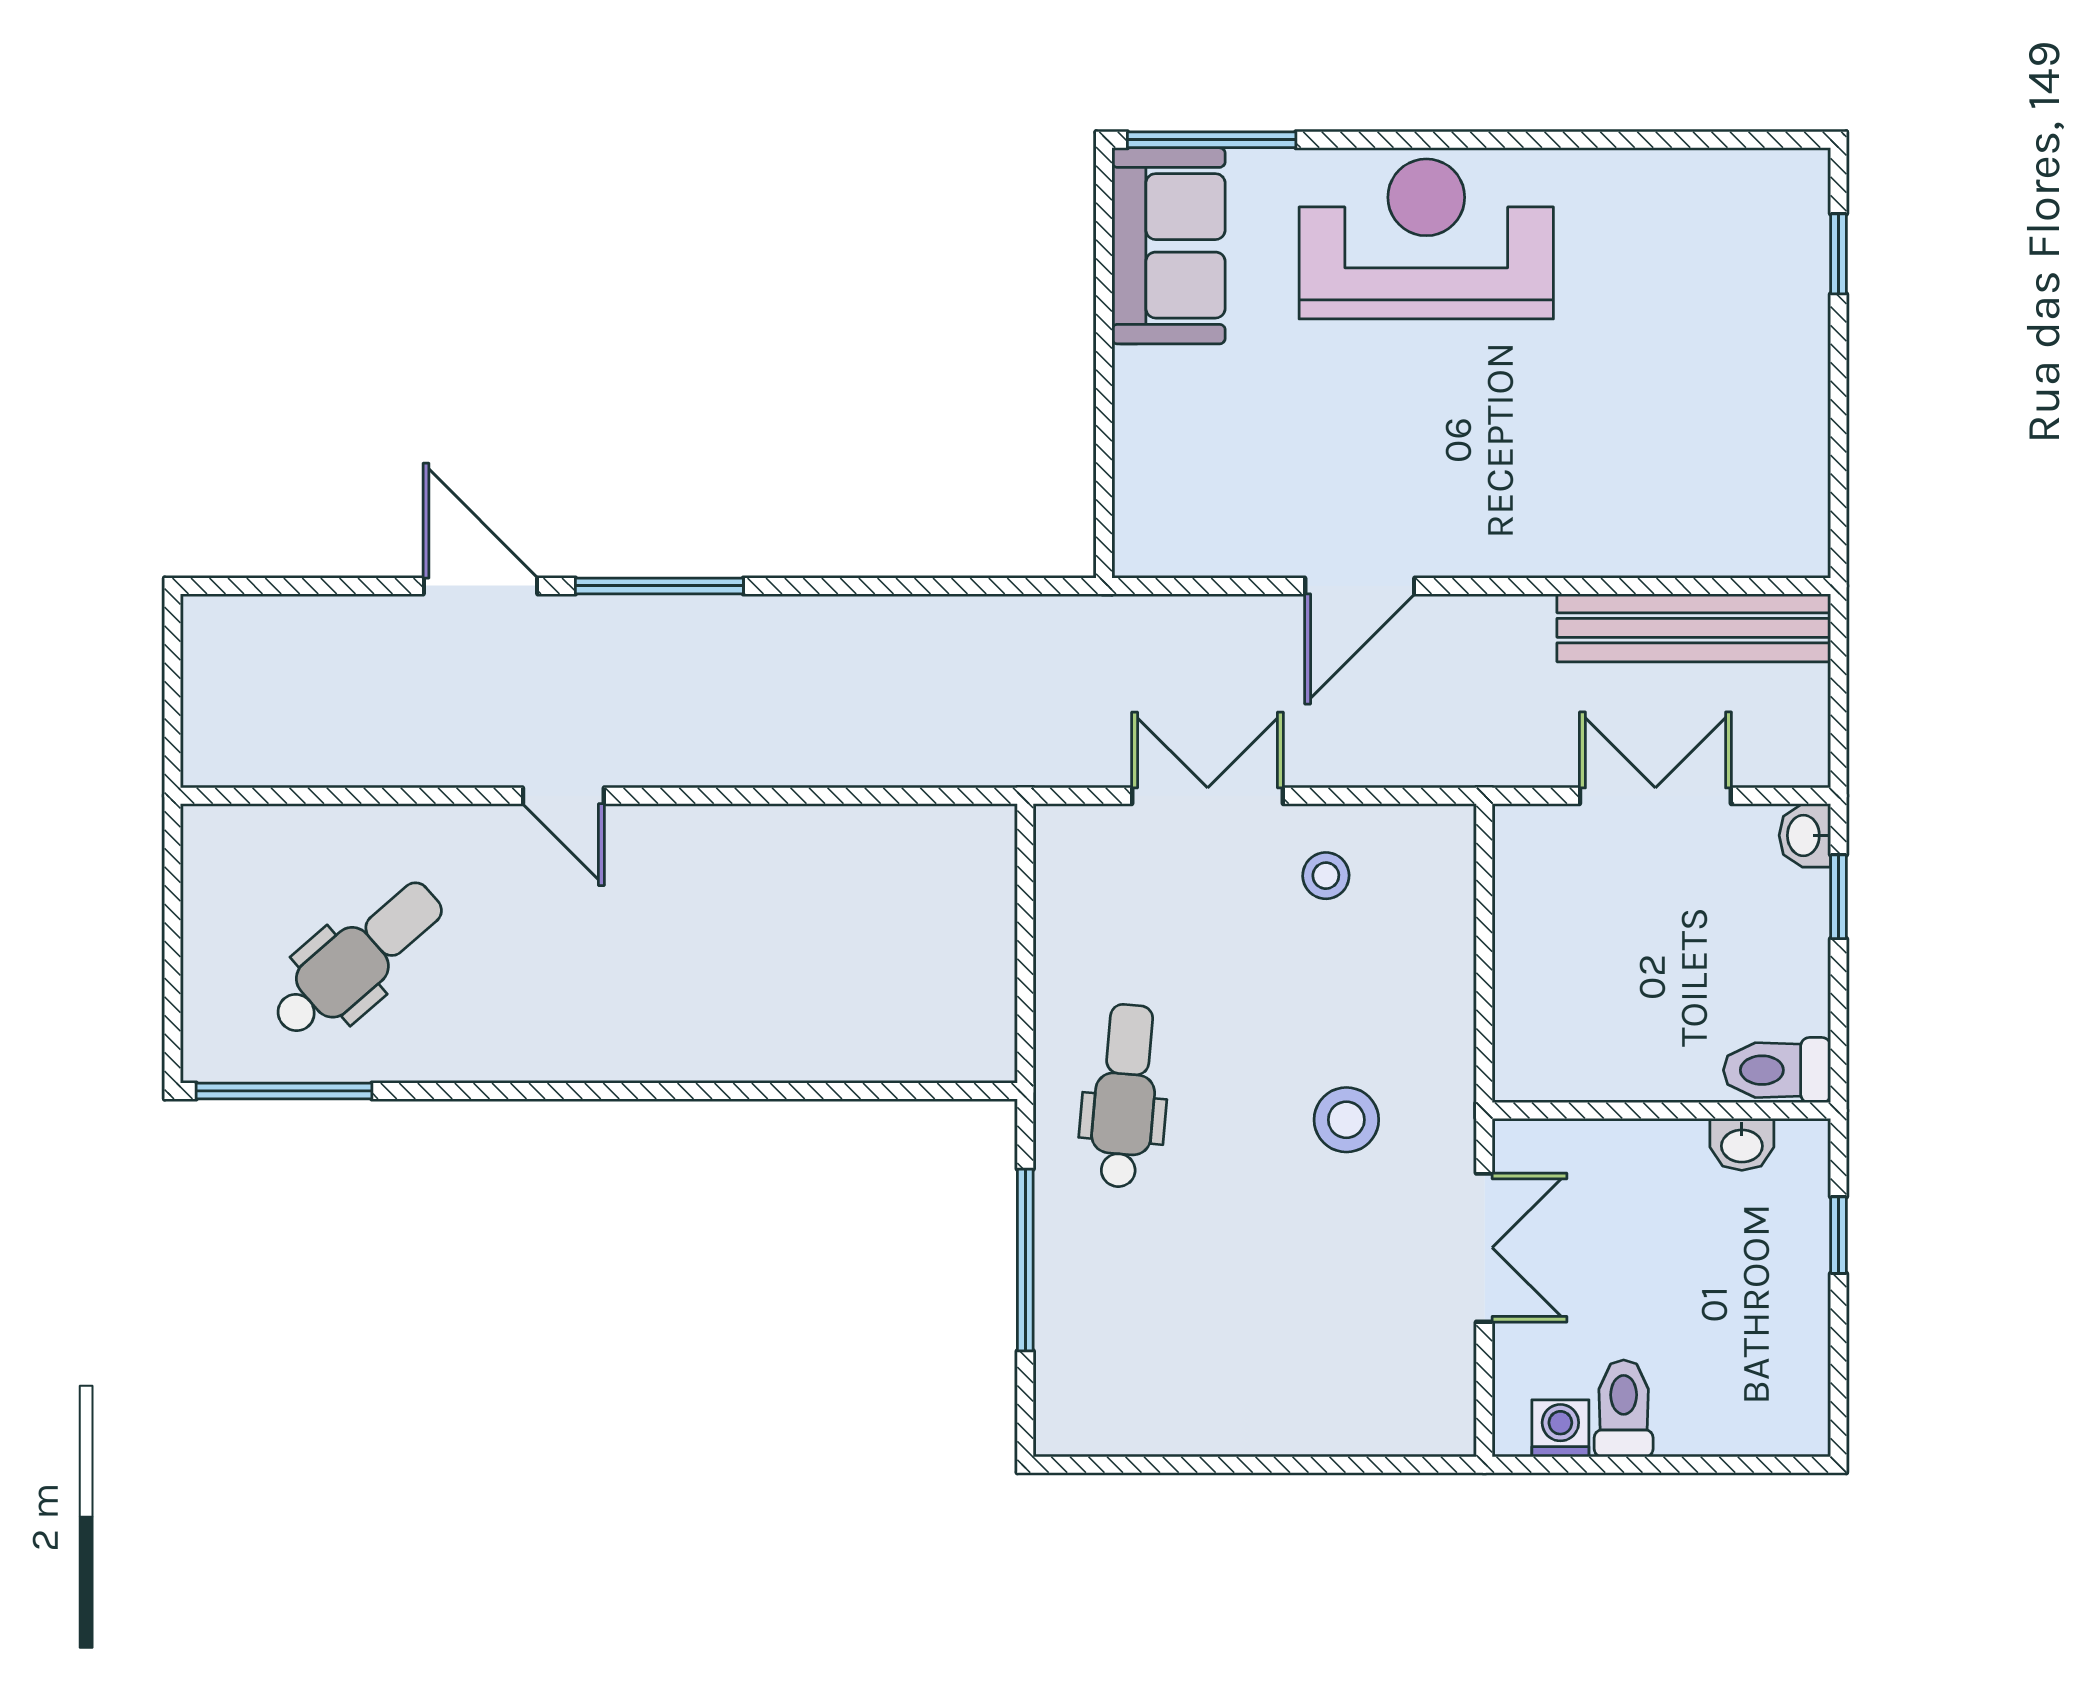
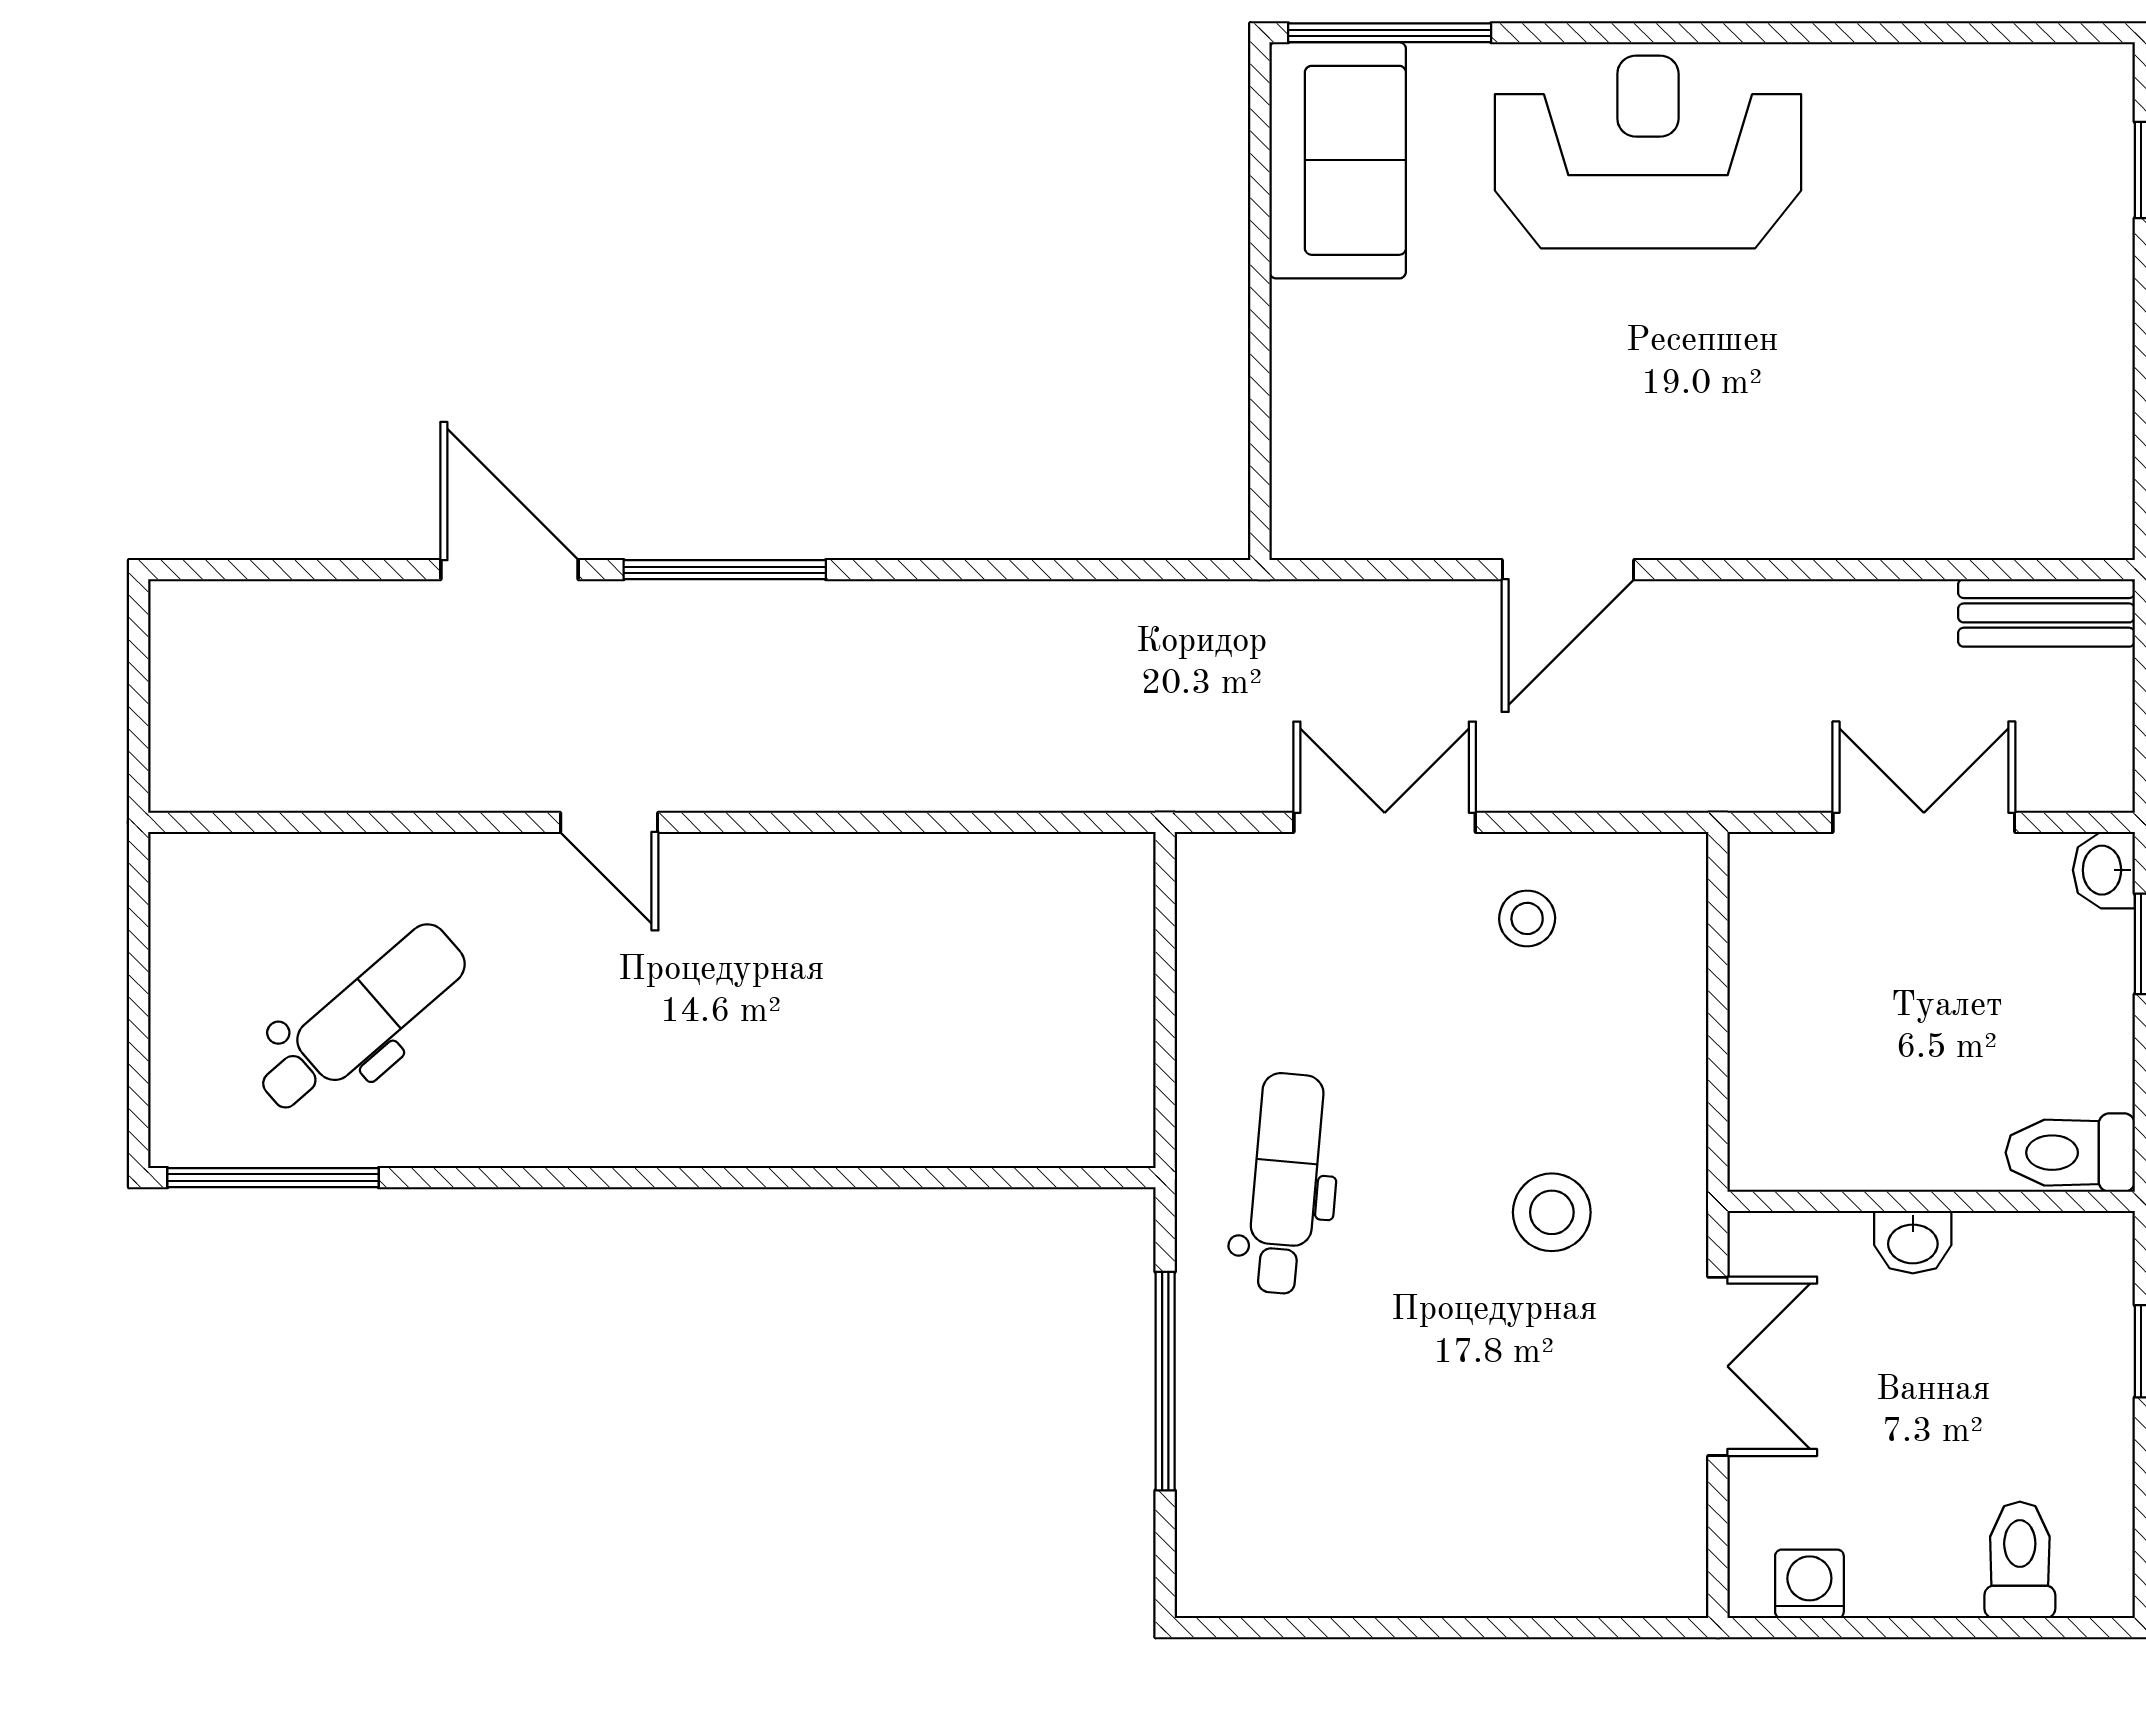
bench: (1694, 628) -> (2046, 613), width x0.54, depth x0.82
washbasin: (1742, 1144) -> (1913, 1242), moved
toilet: (1624, 1408) -> (2020, 1560), moved

